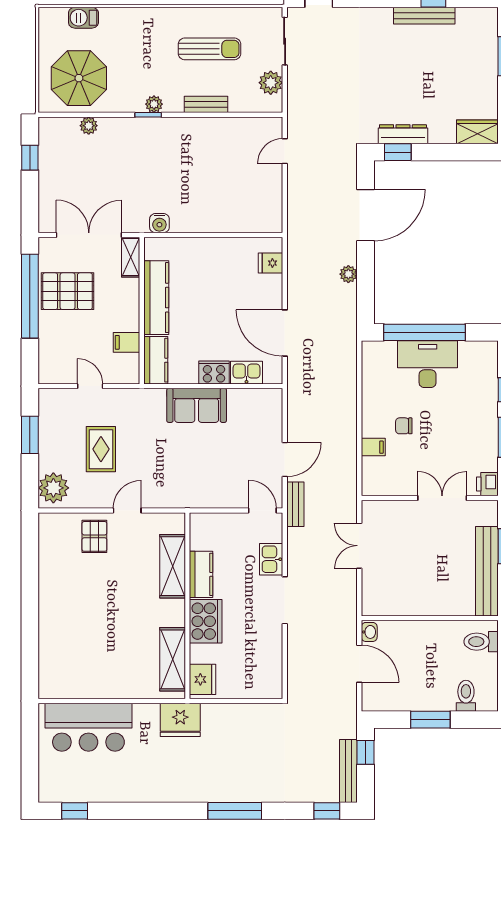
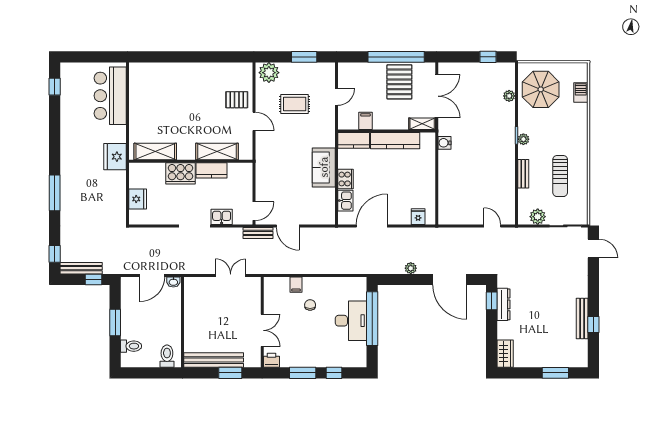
fridge: (202, 679) -> (138, 199), moved, turned -90

